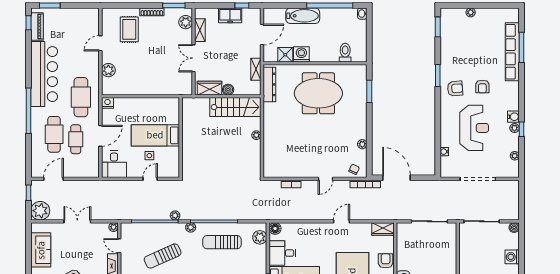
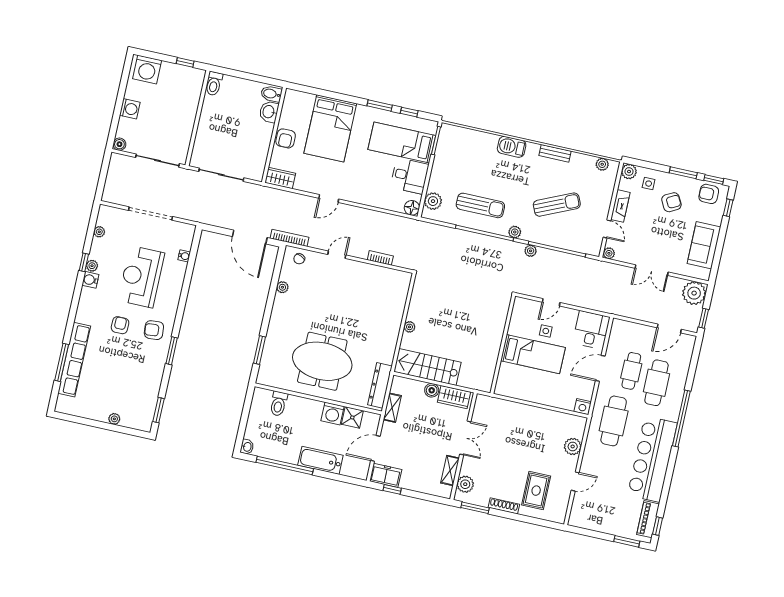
freezer: (230, 15) -> (386, 475), moved

